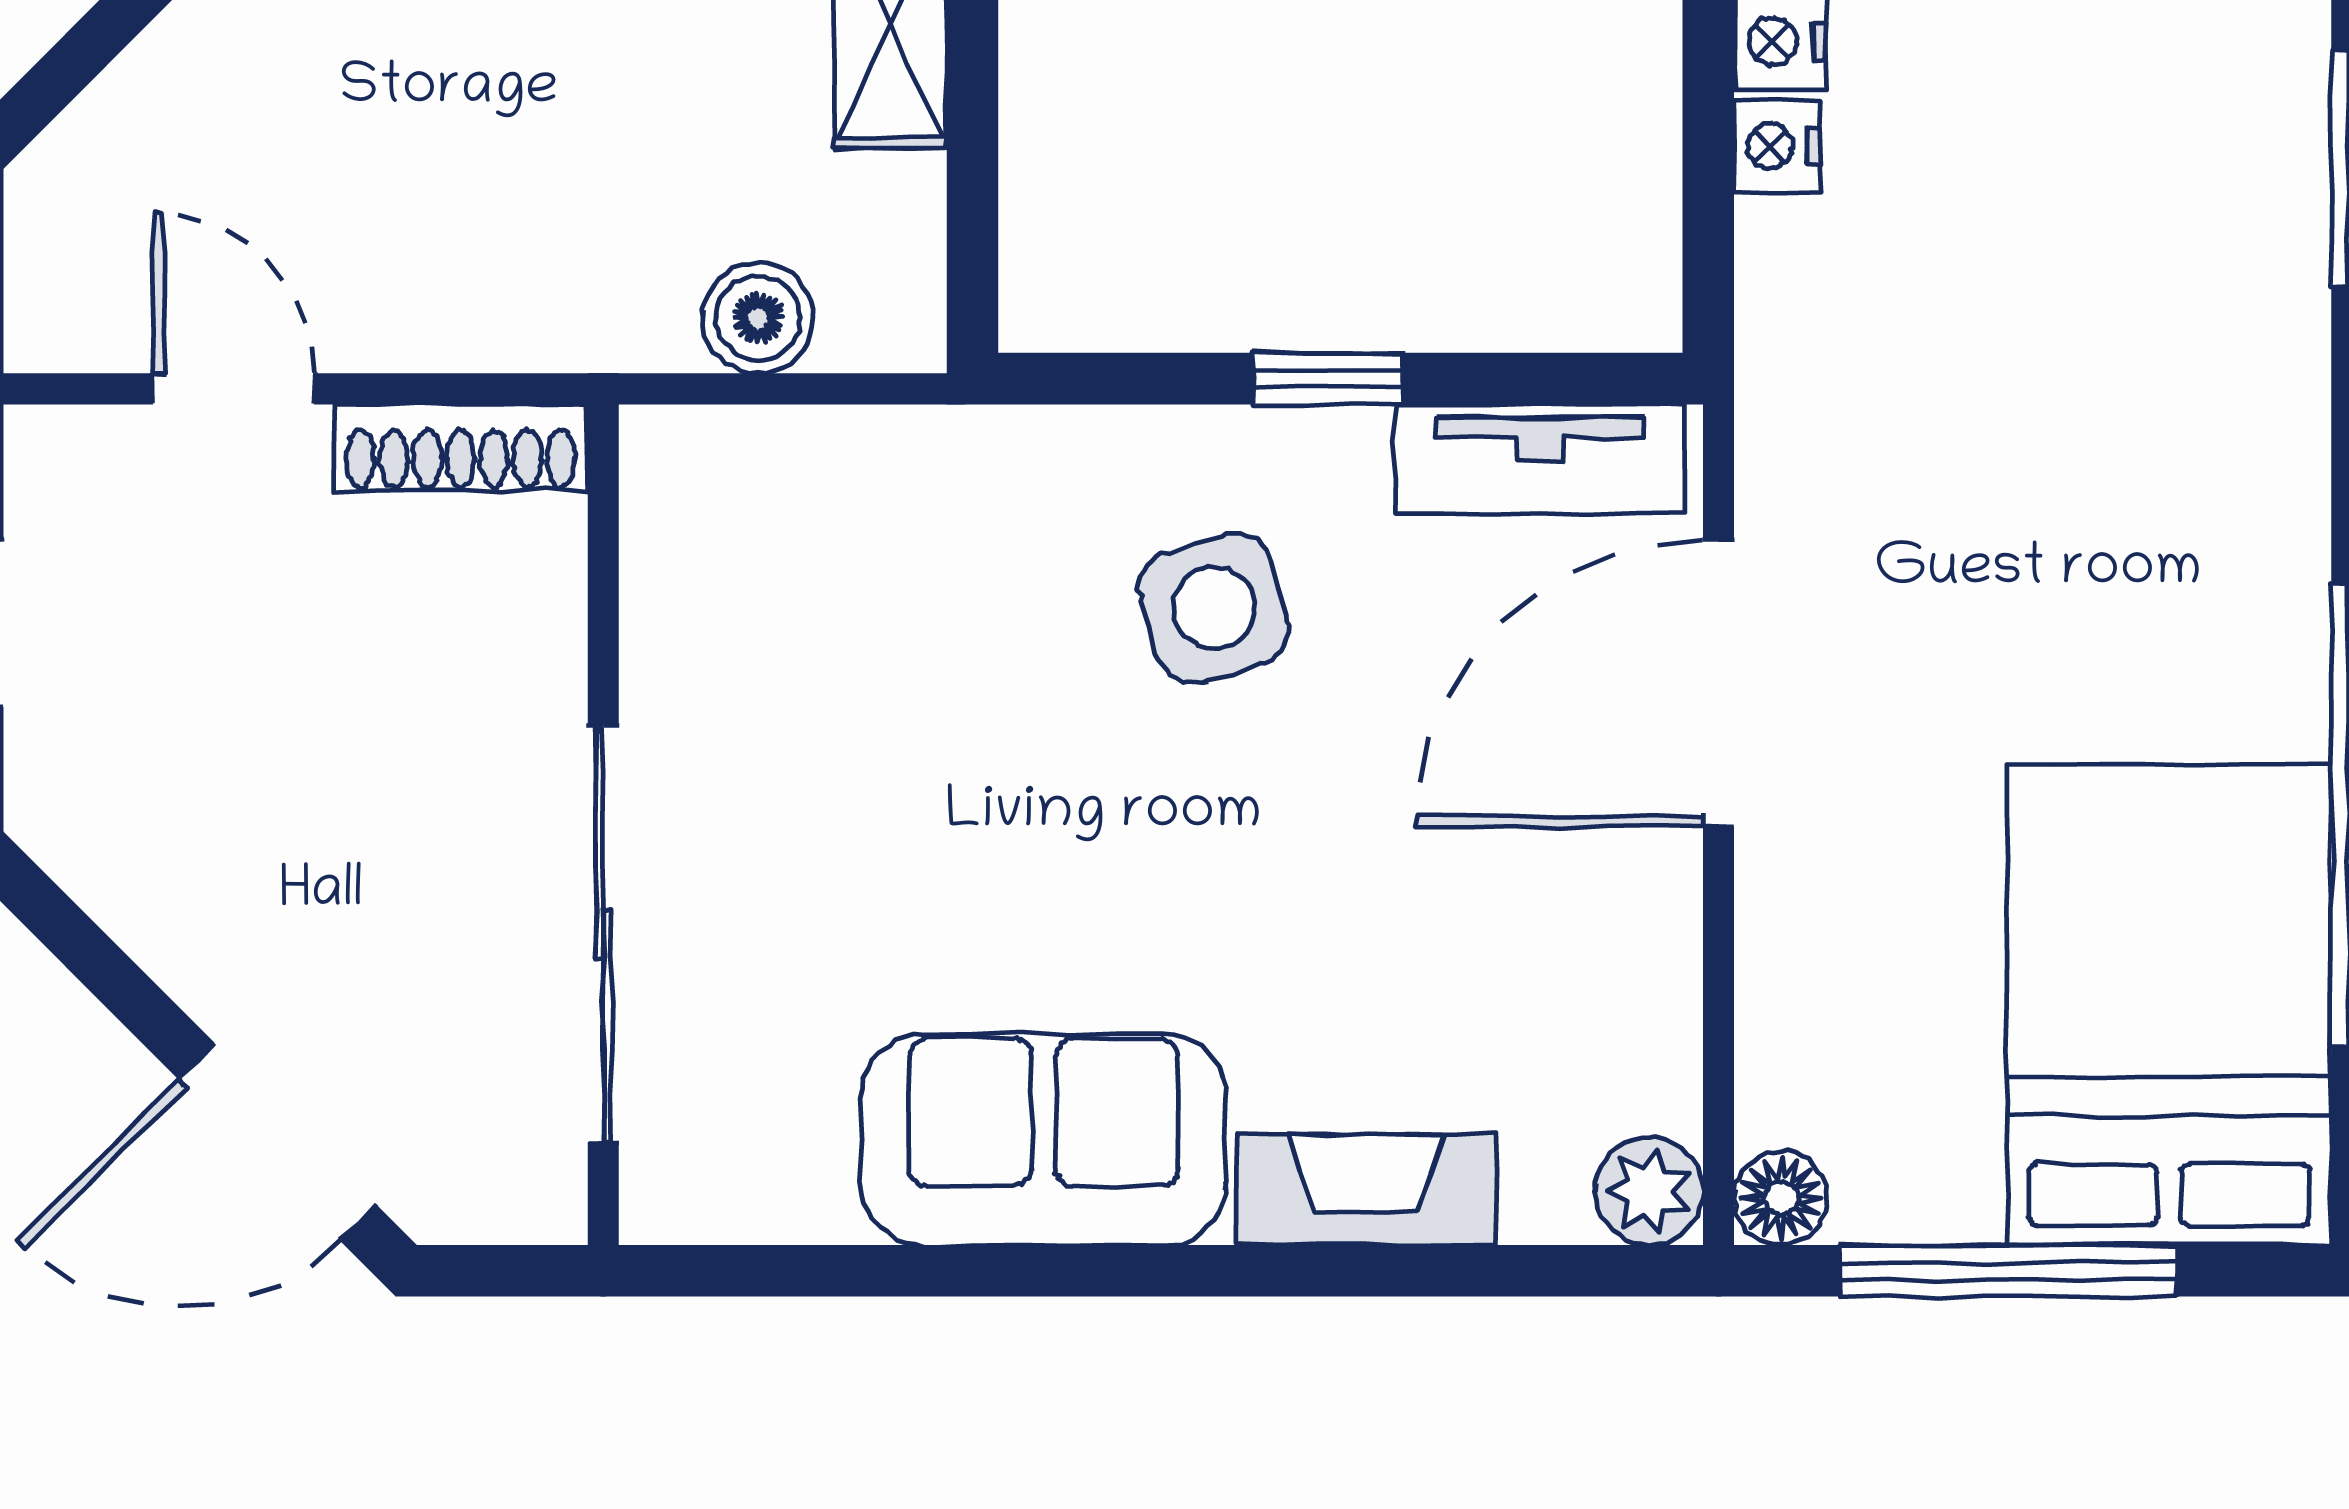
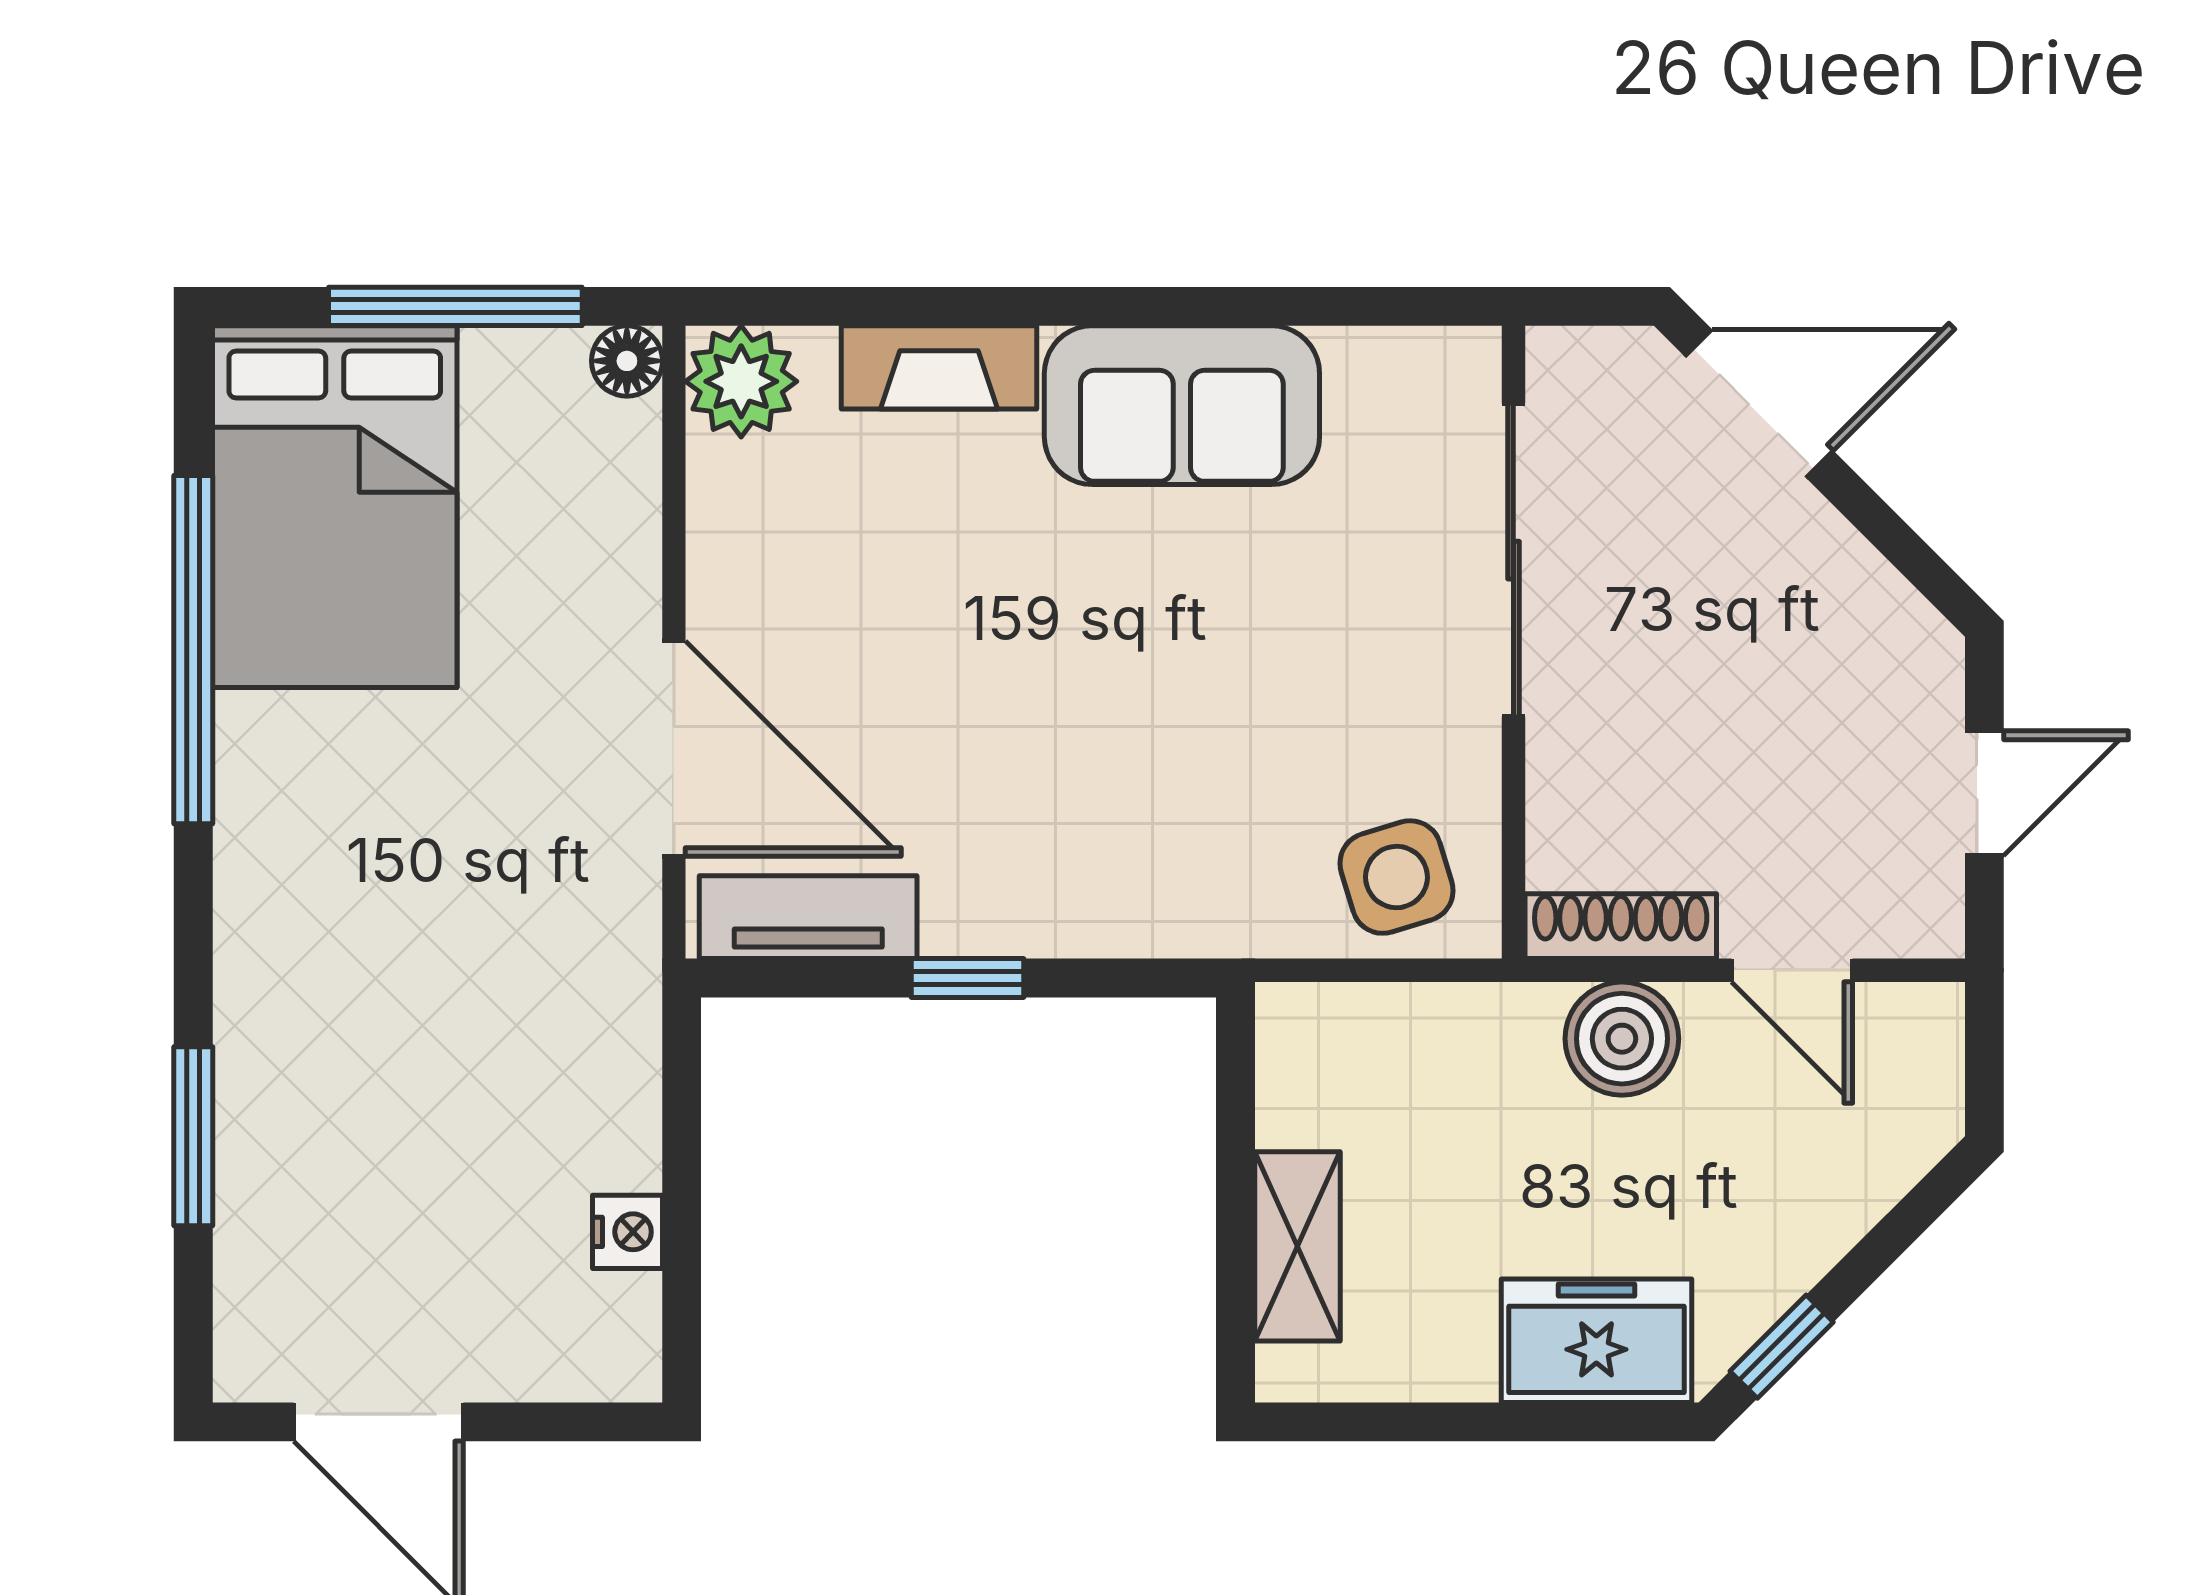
nightstand: (1777, 146) -> (630, 1153), removed
boiler: (758, 318) -> (1622, 1039), moved, width x1.36, depth x1.36
side table: (1214, 608) -> (1396, 877), moved
door: (1719, 683) -> (674, 749), hinge flipped
plant: (1649, 1191) -> (741, 381), width x1.38, depth x1.38

